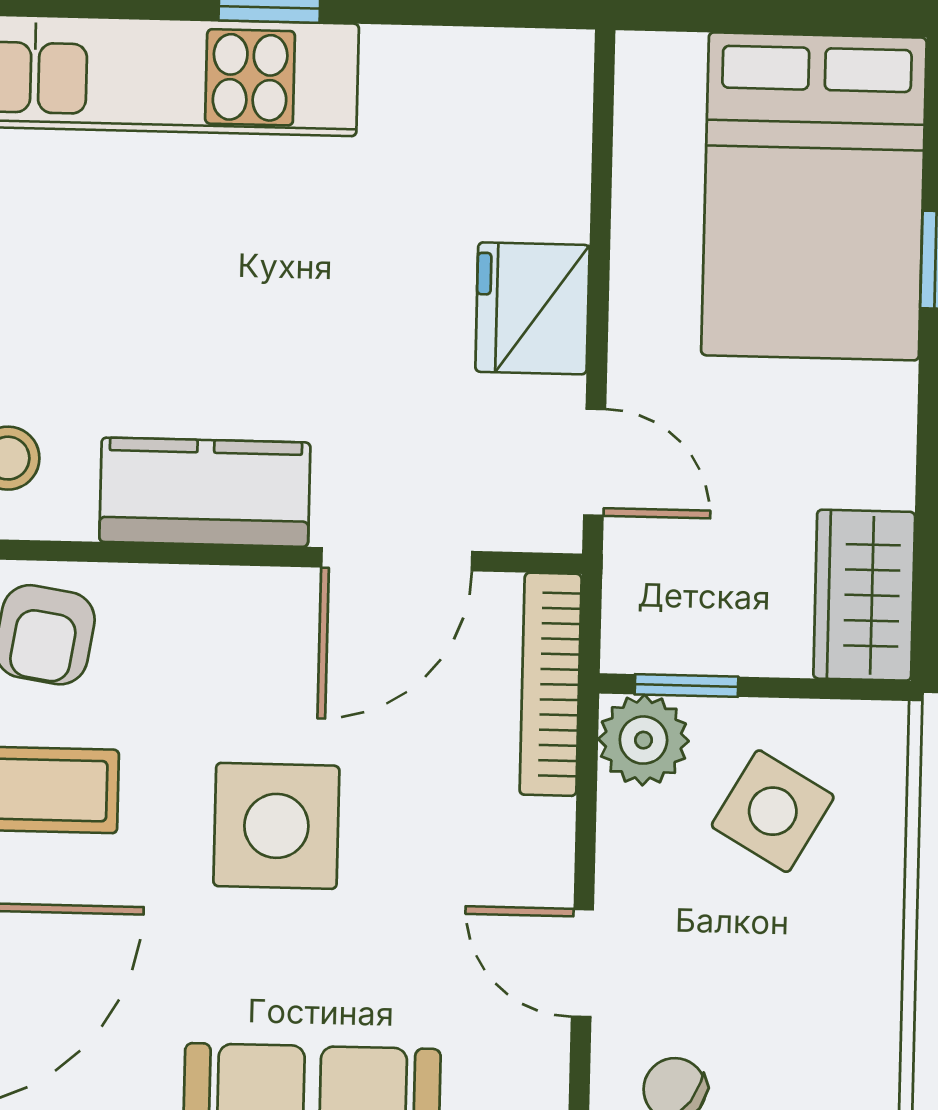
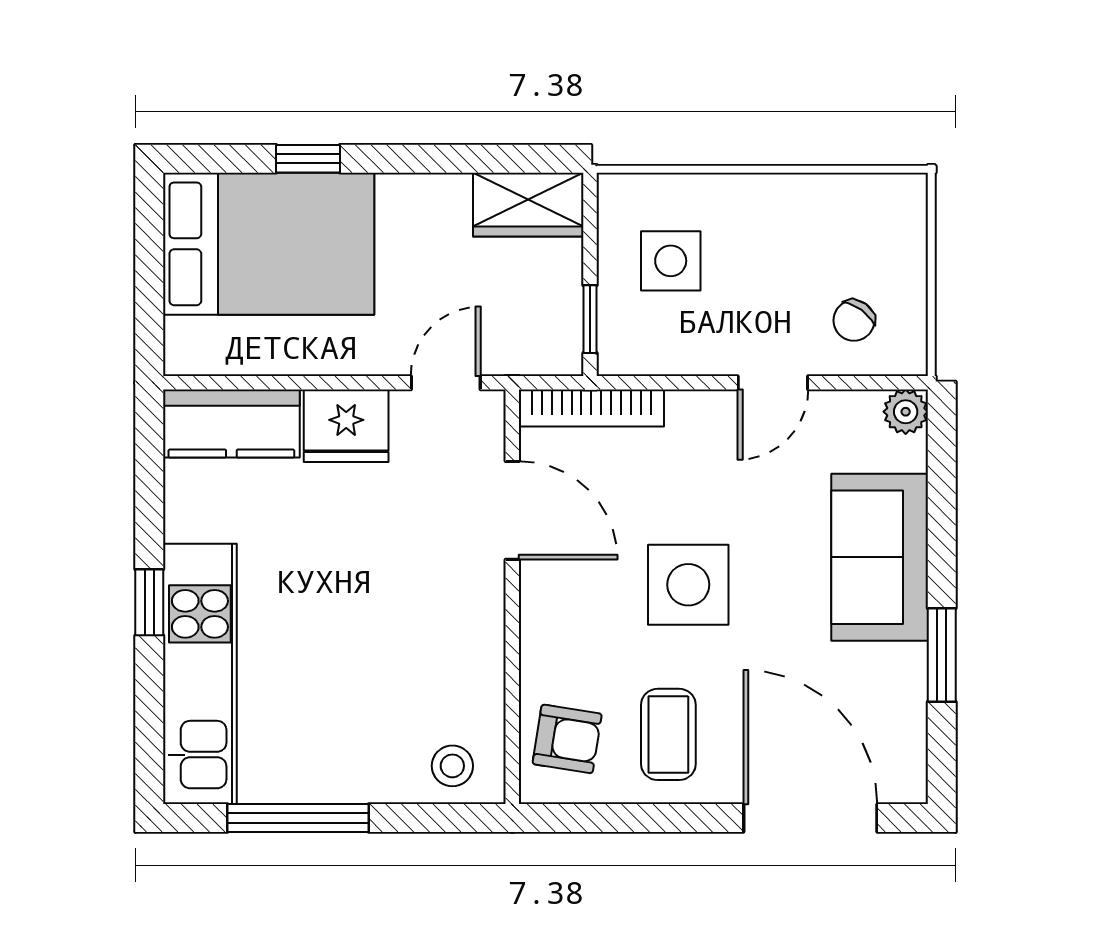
kitchen counter: (205, 492) -> (231, 423), moved, turned -90
plant: (643, 740) -> (626, 346), removed
side table: (773, 811) -> (671, 261), turned -30

